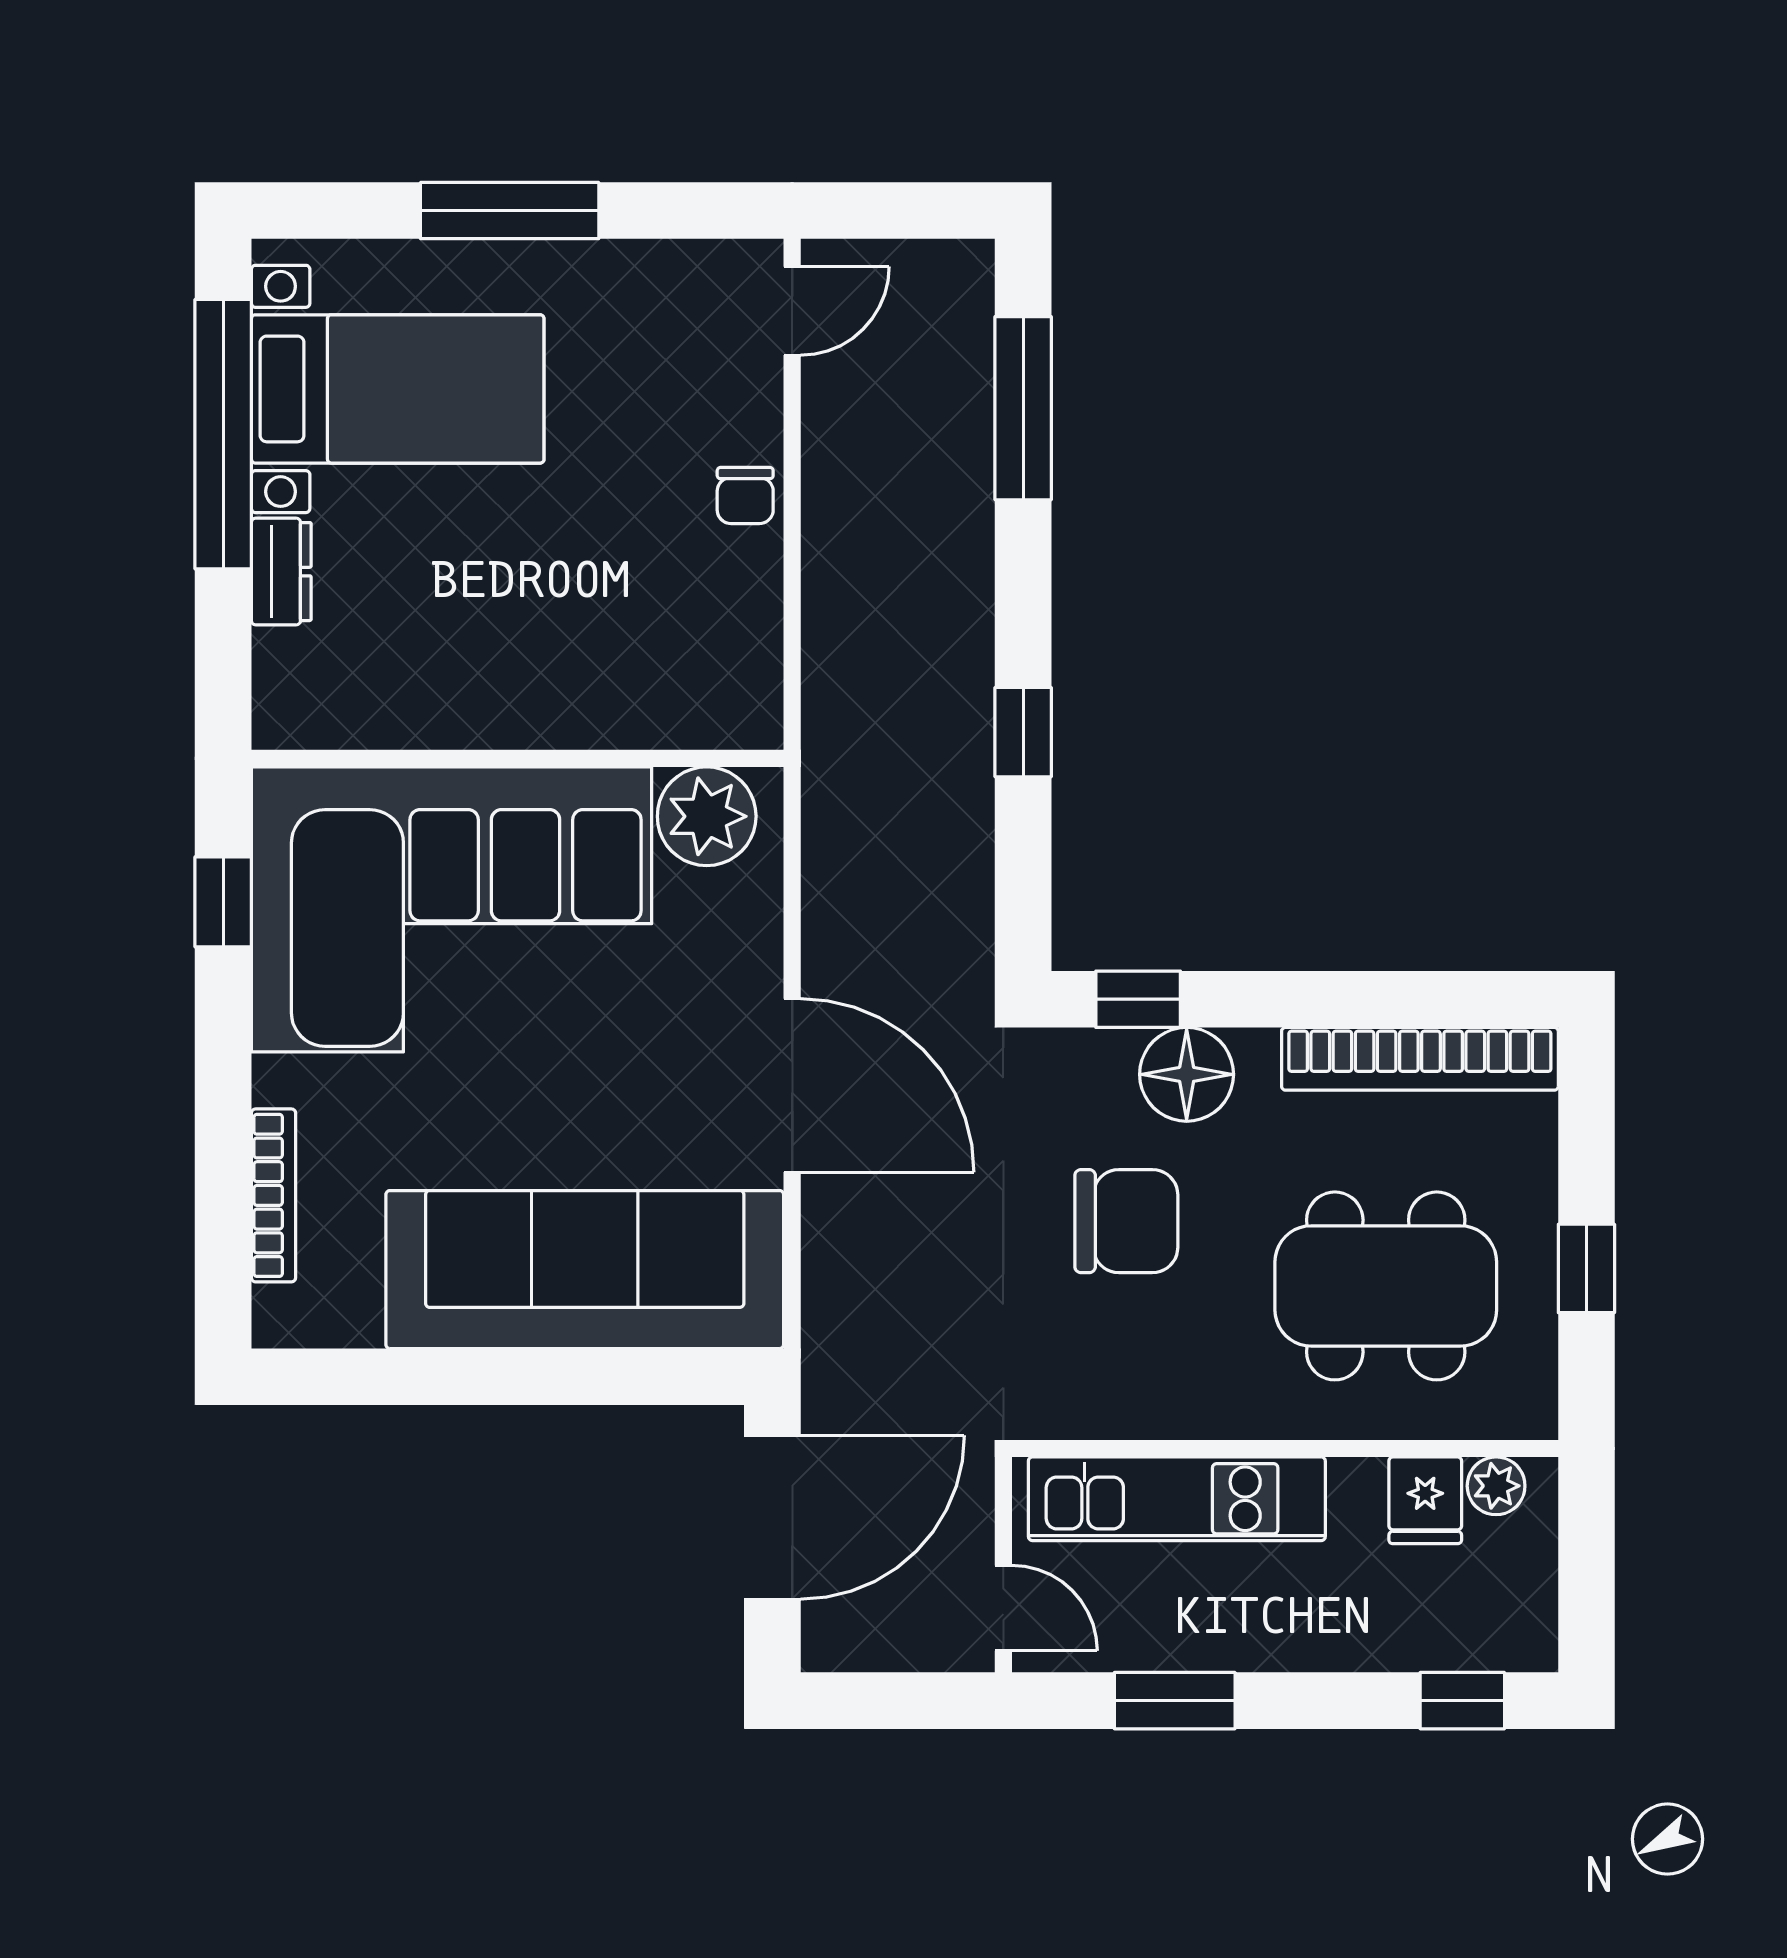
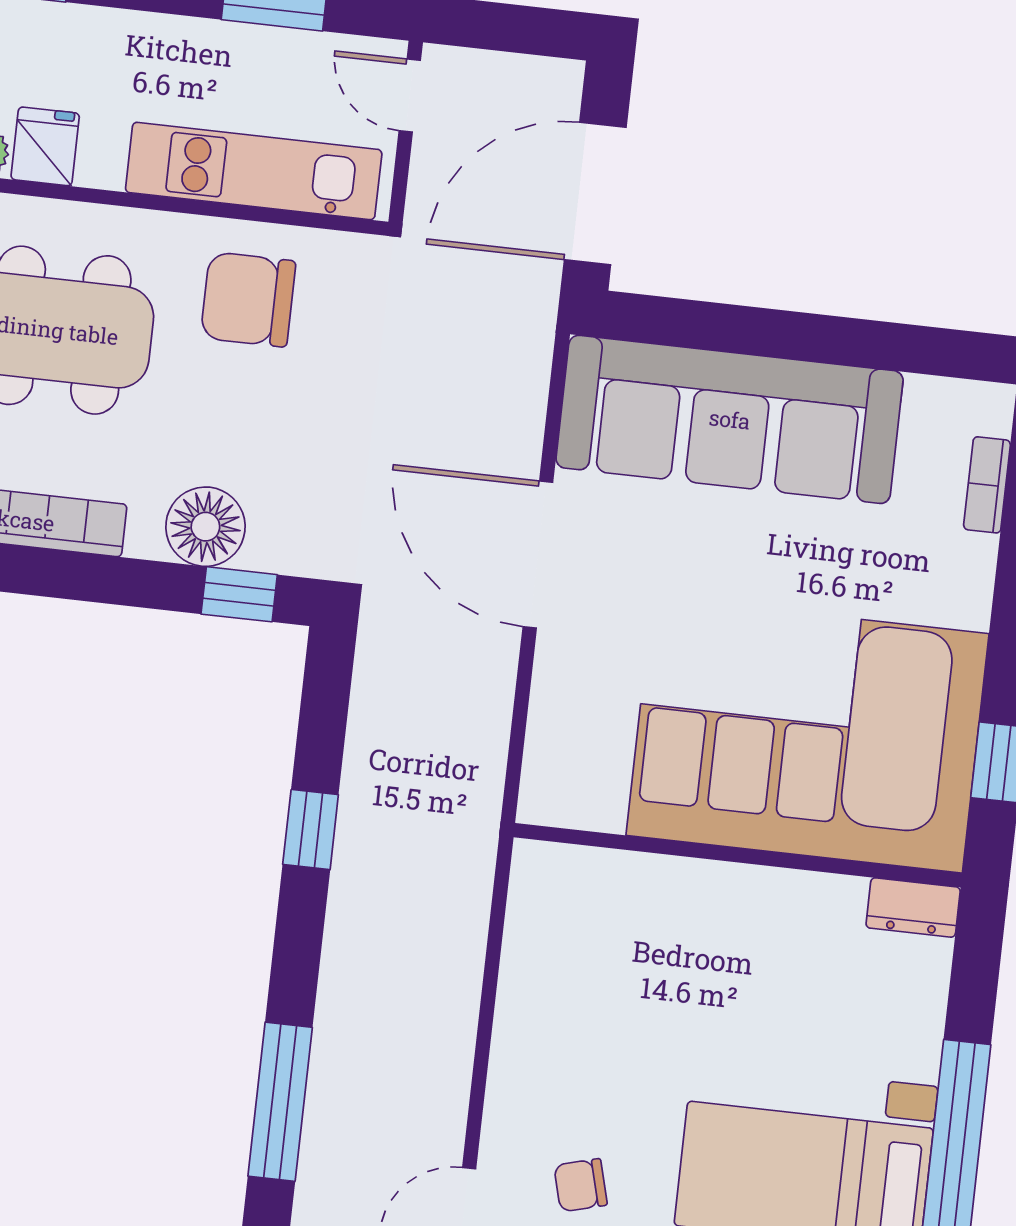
chair: (745, 495) -> (581, 1185), moved, turned -105
dresser: (281, 572) -> (913, 907), moved, turned -90
plant: (707, 816) -> (584, 789), removed
bookcase: (273, 1195) -> (987, 485), width x0.64
chair: (1126, 1221) -> (248, 299), moved

